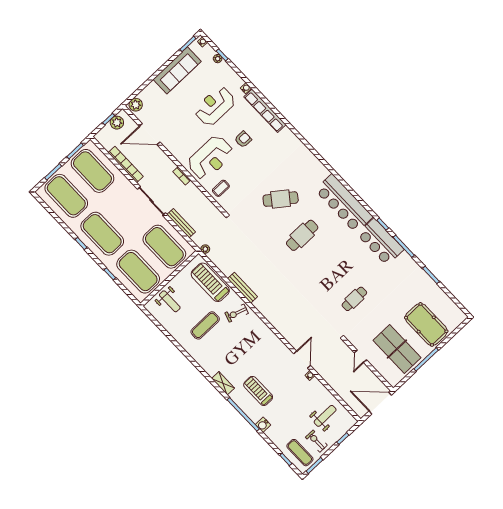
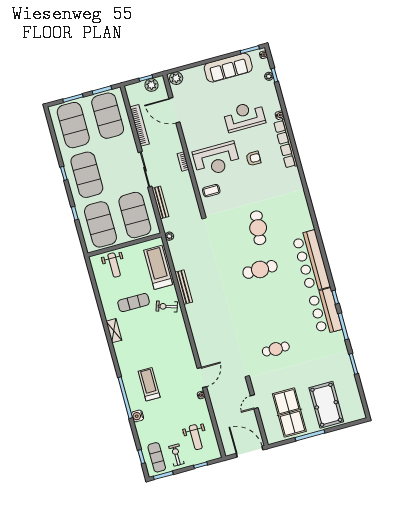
cafe table: (281, 199) -> (258, 228), turned 60
shelving: (223, 383) -> (114, 331), moved
weight bench: (325, 416) -> (196, 437), turned 90

